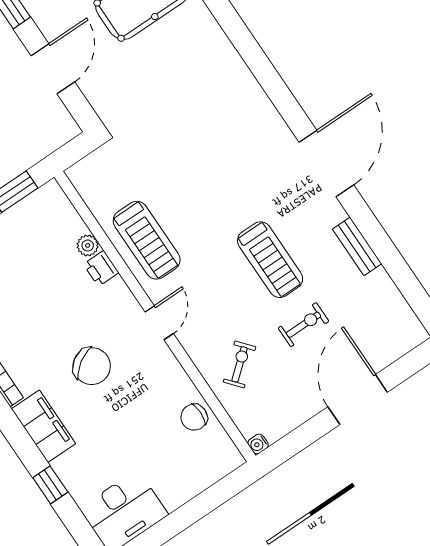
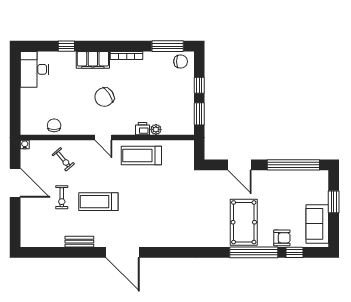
door: (358, 399) -> (15, 183), moved

